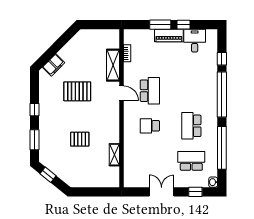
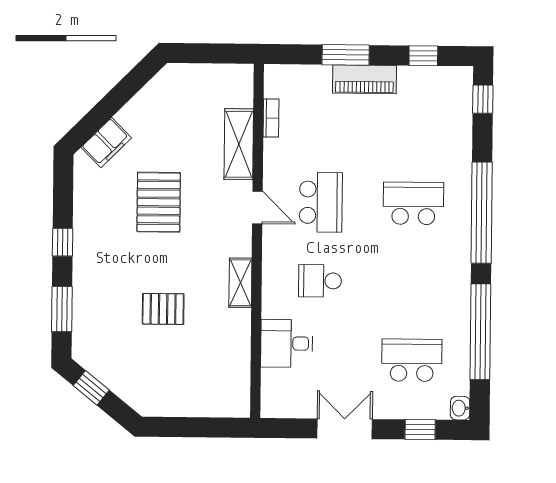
window: (183, 25) -> (423, 56), moved
desk: (195, 41) -> (287, 343), moved, turned -90
window: (222, 59) -> (483, 99), moved
pallet: (77, 91) -> (159, 202), turned 90
school desk: (191, 126) -> (413, 203), moved, turned 90
shelving: (114, 155) -> (240, 283), moved

